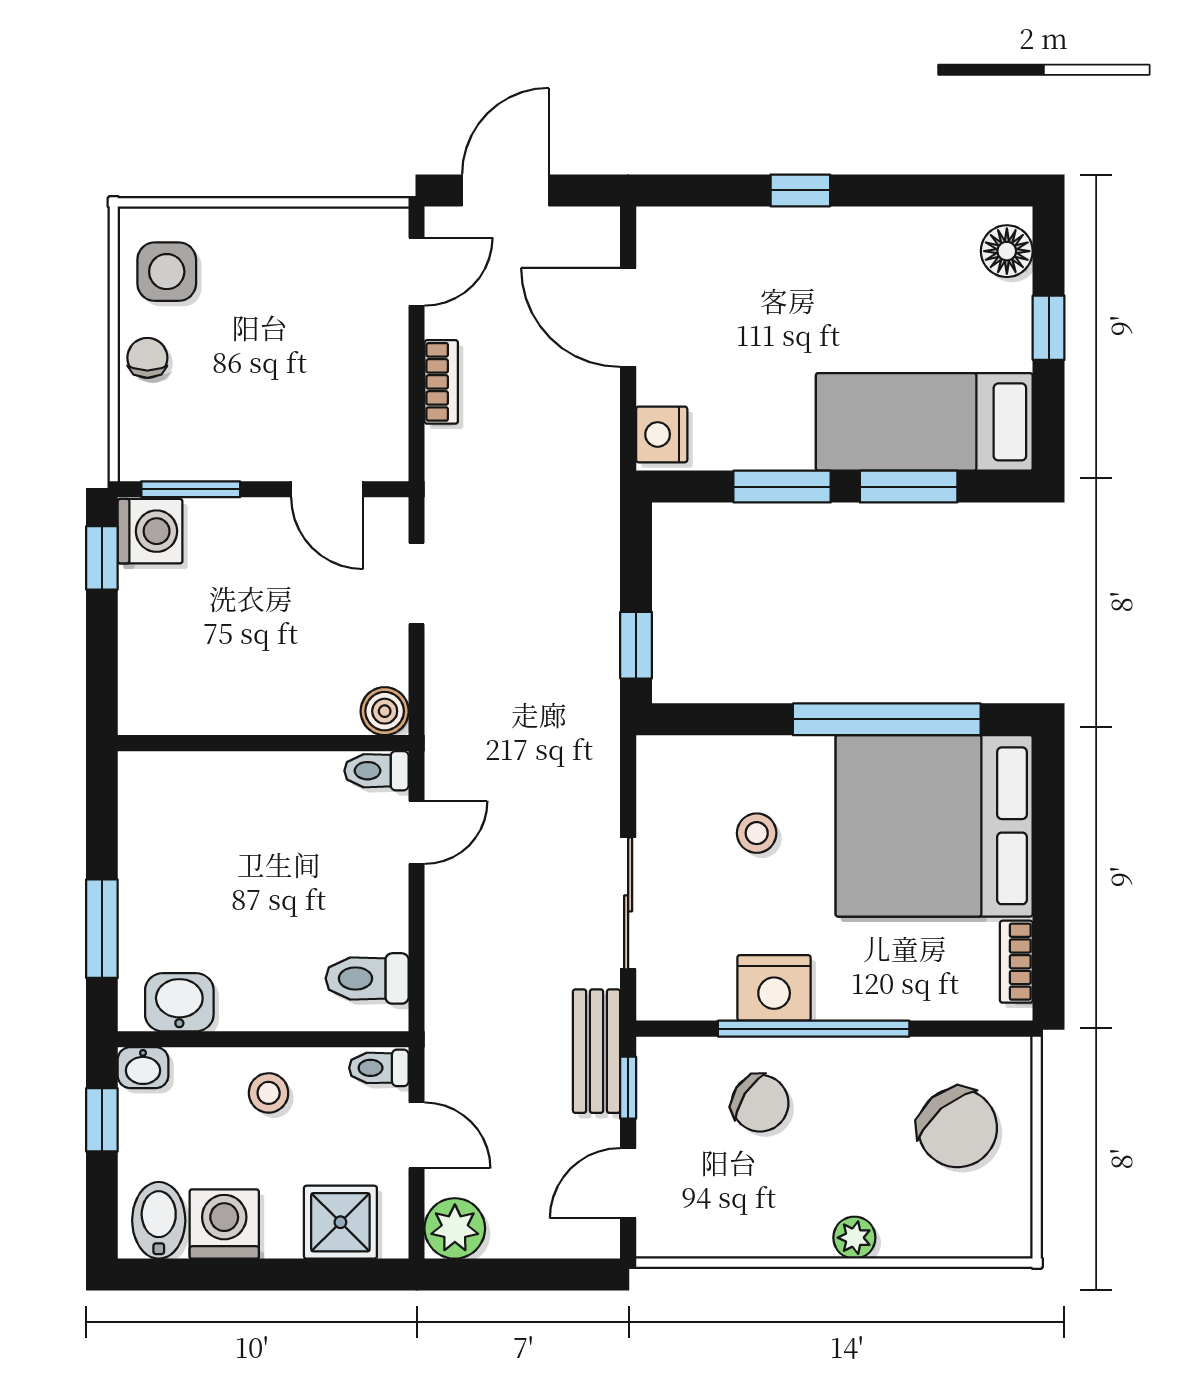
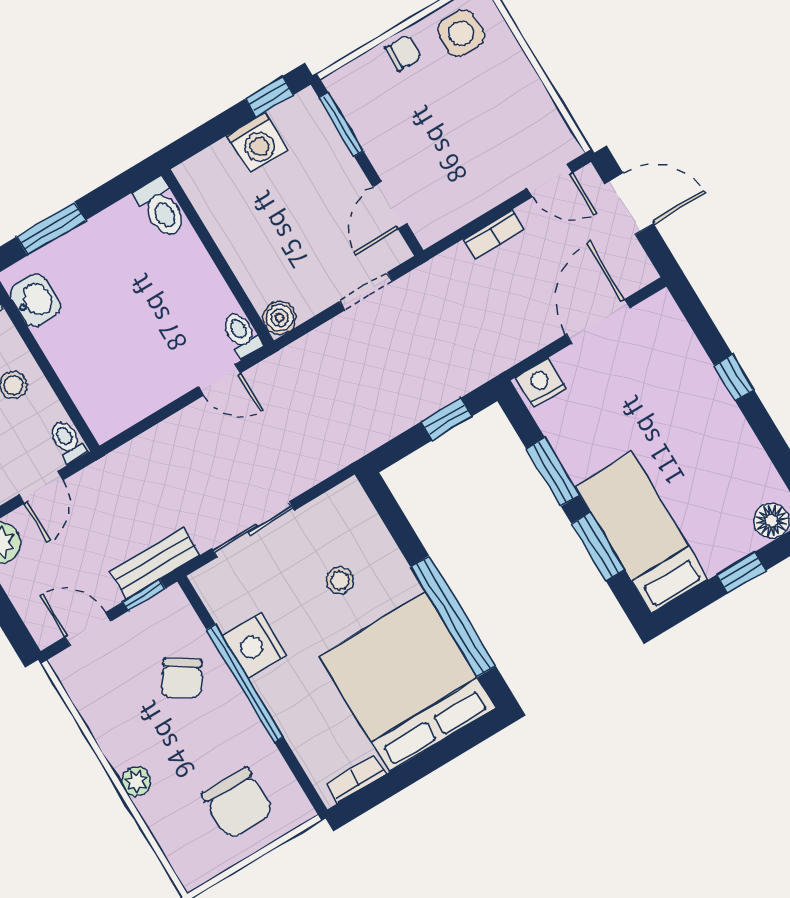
washing machine: (150, 531) -> (257, 143), moved
window: (636, 645) -> (447, 419), moved
toilet: (367, 978) -> (161, 208), moved, turned 180
chair: (957, 1128) -> (238, 803), turned -50

